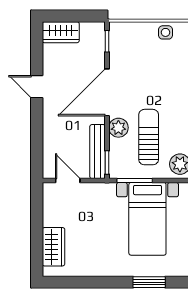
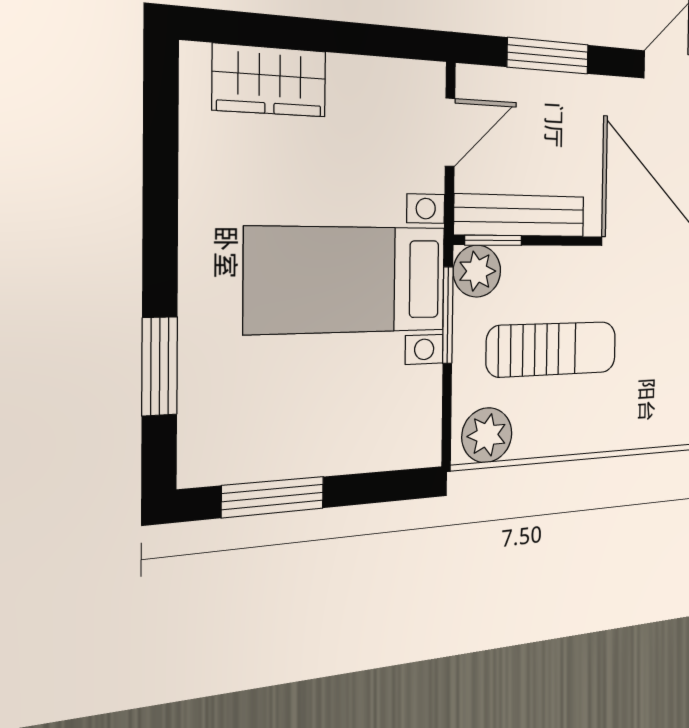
plant: (118, 128) -> (477, 271), moved
window: (37, 141) -> (548, 56), added
bed with nightstands: (147, 219) -> (347, 280), moved

